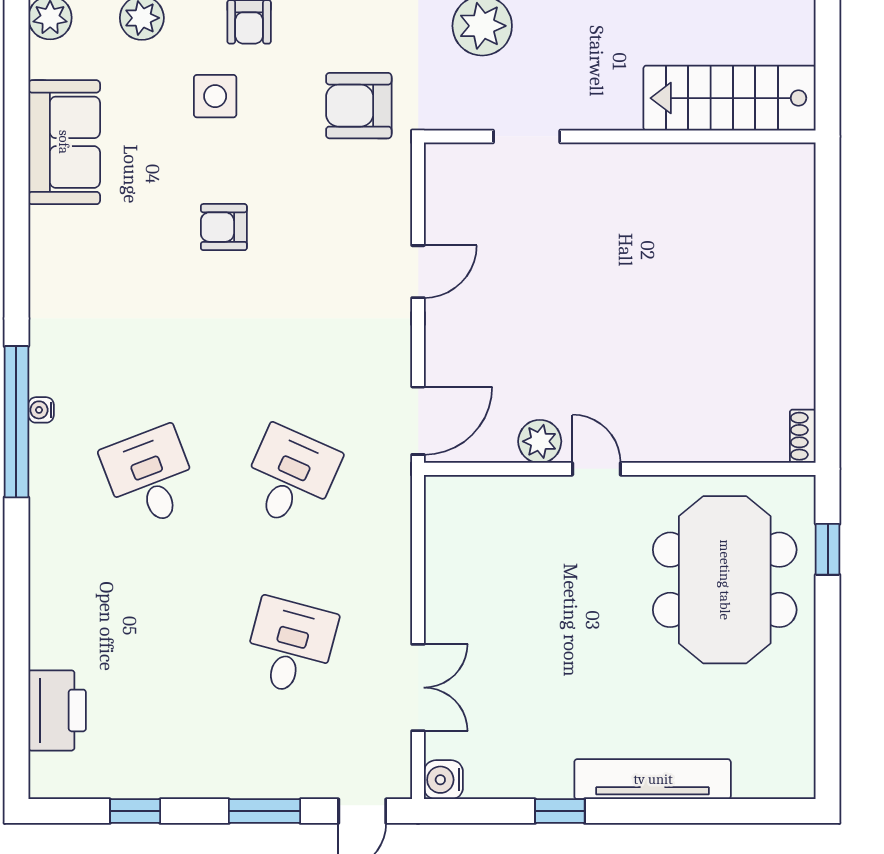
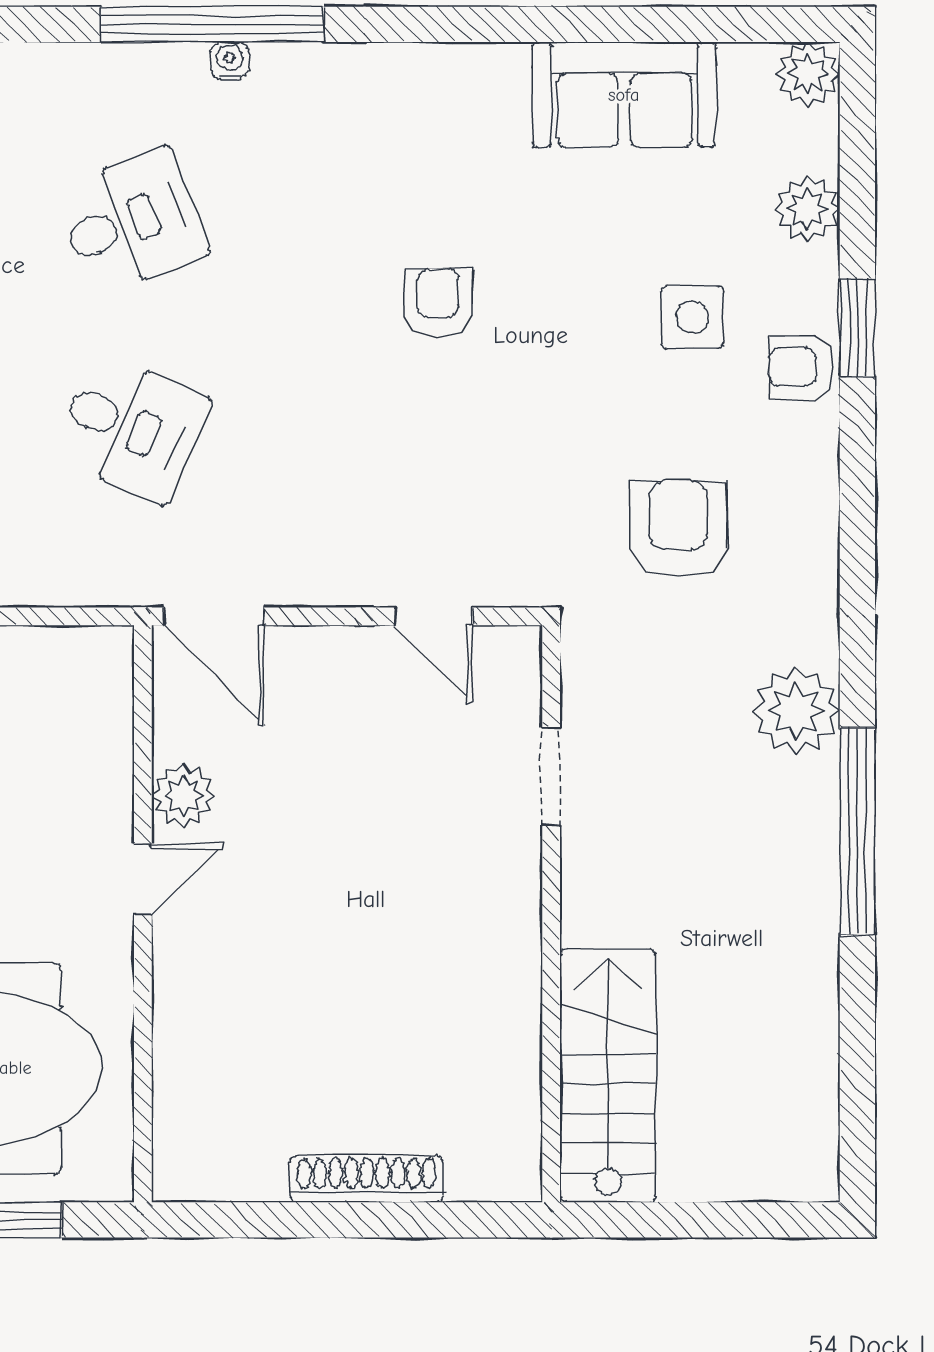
stairs: (730, 98) -> (608, 1076), moved
doorway: (527, 136) -> (551, 776), moved
wall: (620, 136) -> (551, 914), moved
armchair: (224, 227) -> (438, 303), moved
shoe rack: (803, 436) -> (367, 1179), moved, width x1.94, depth x1.24

